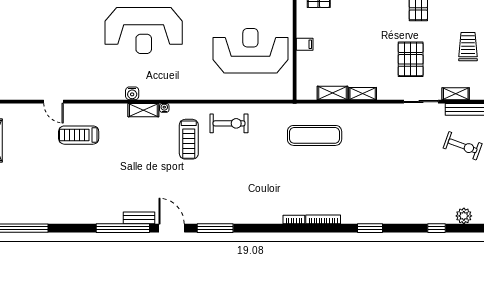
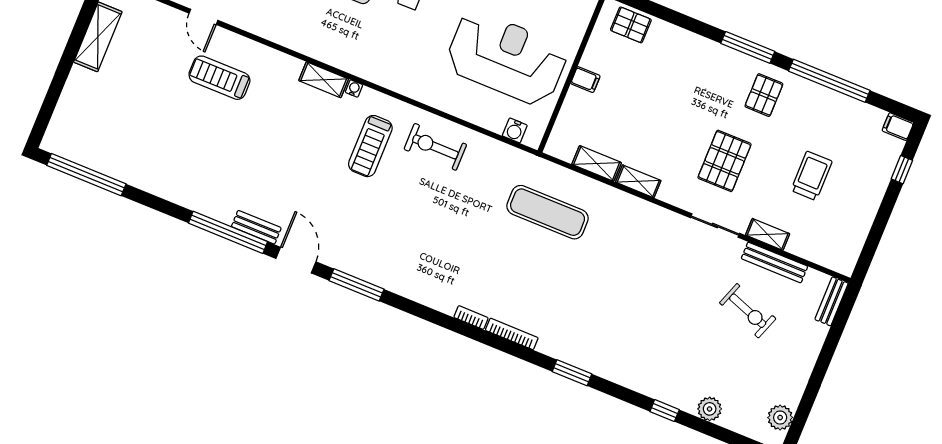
water cooler: (132, 93) -> (515, 130), moved
exercise bike: (229, 123) -> (435, 147), turned 180

